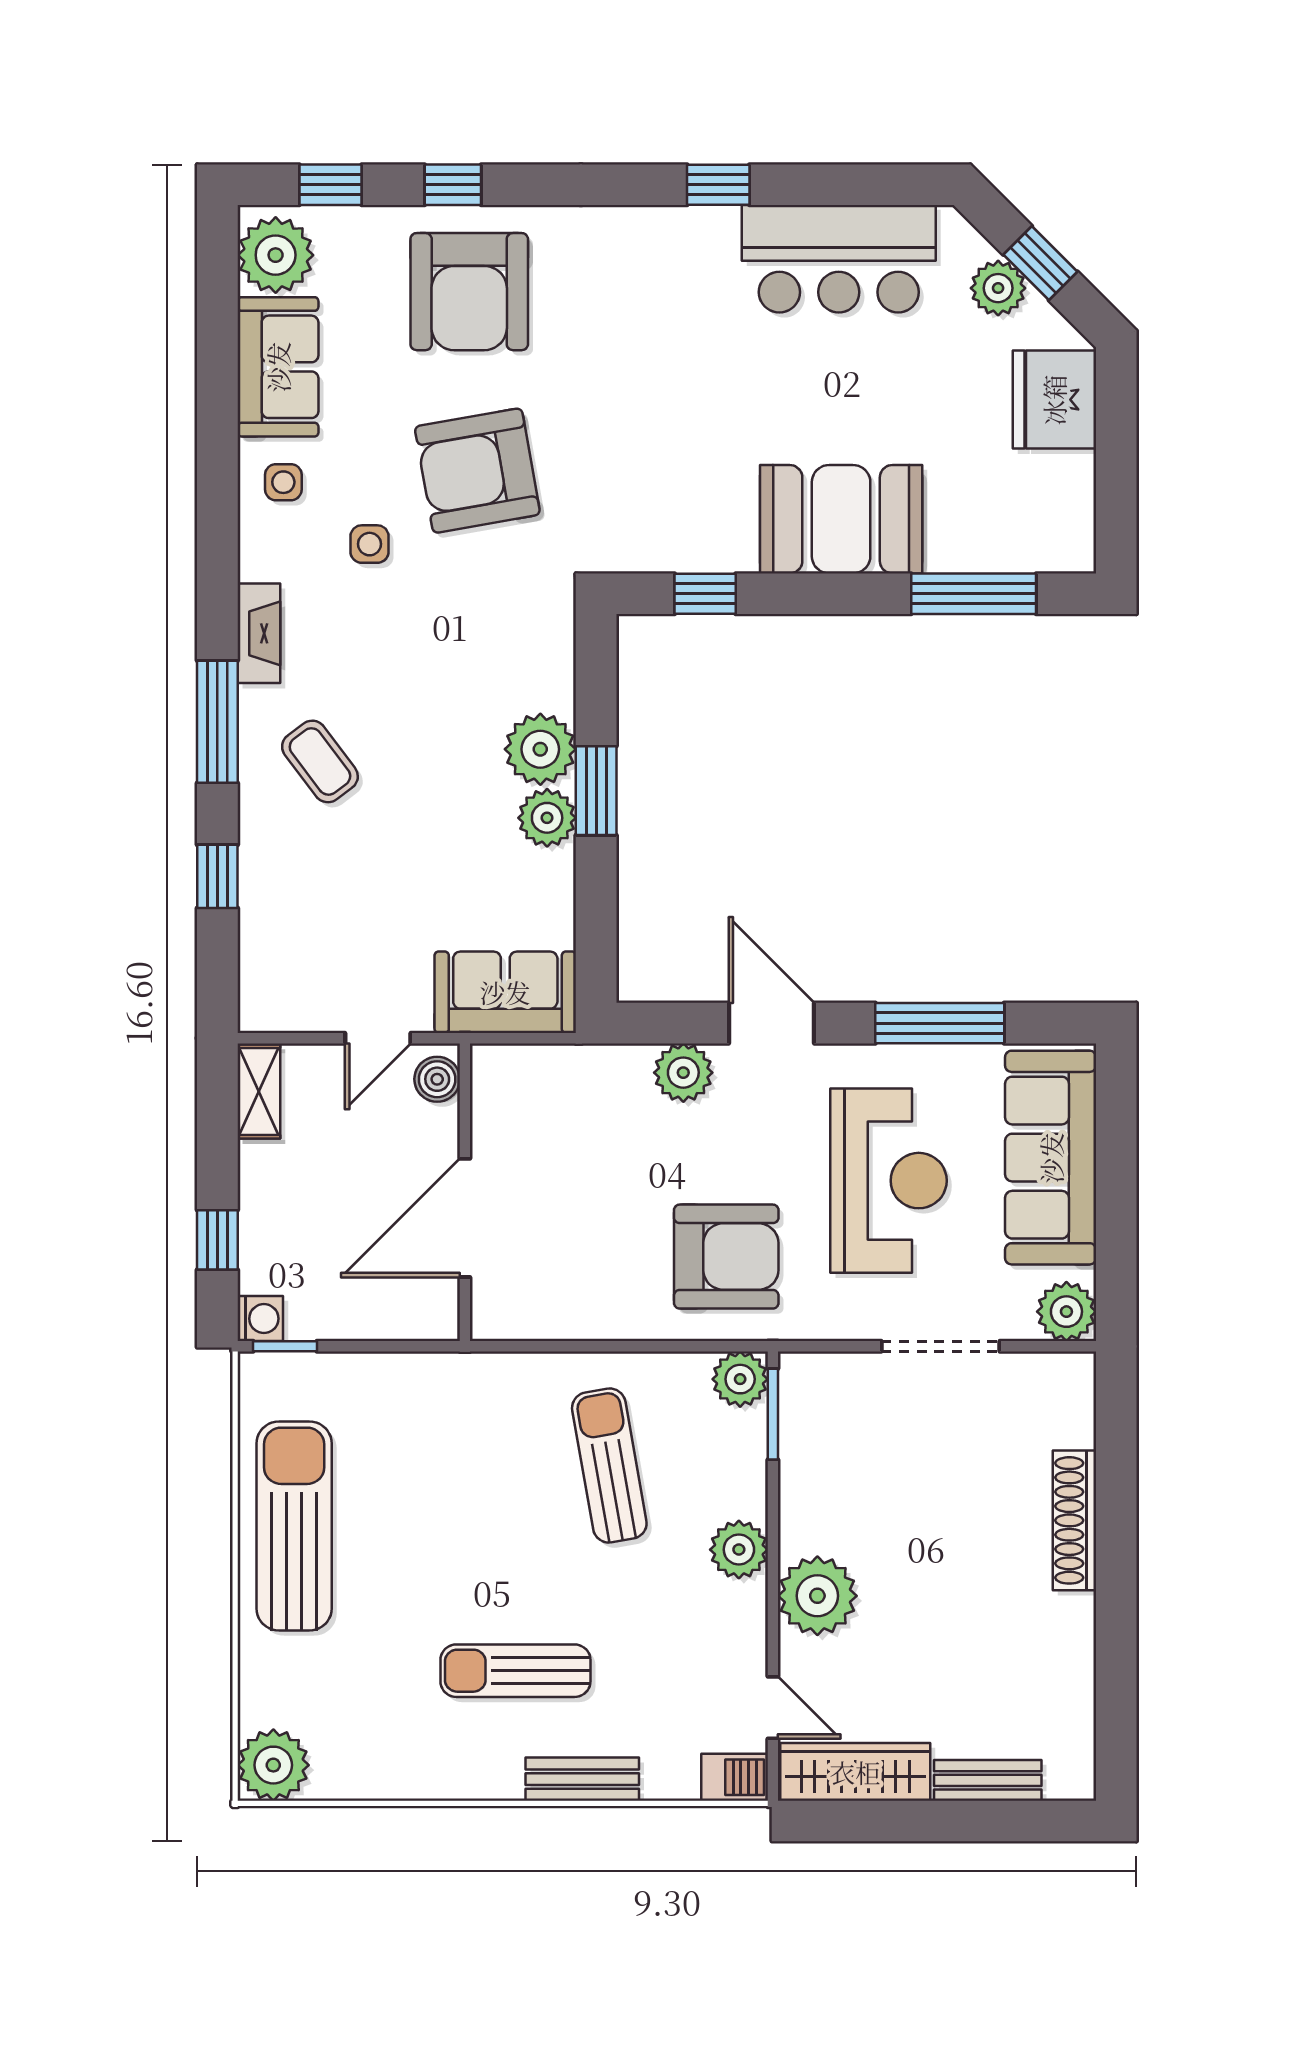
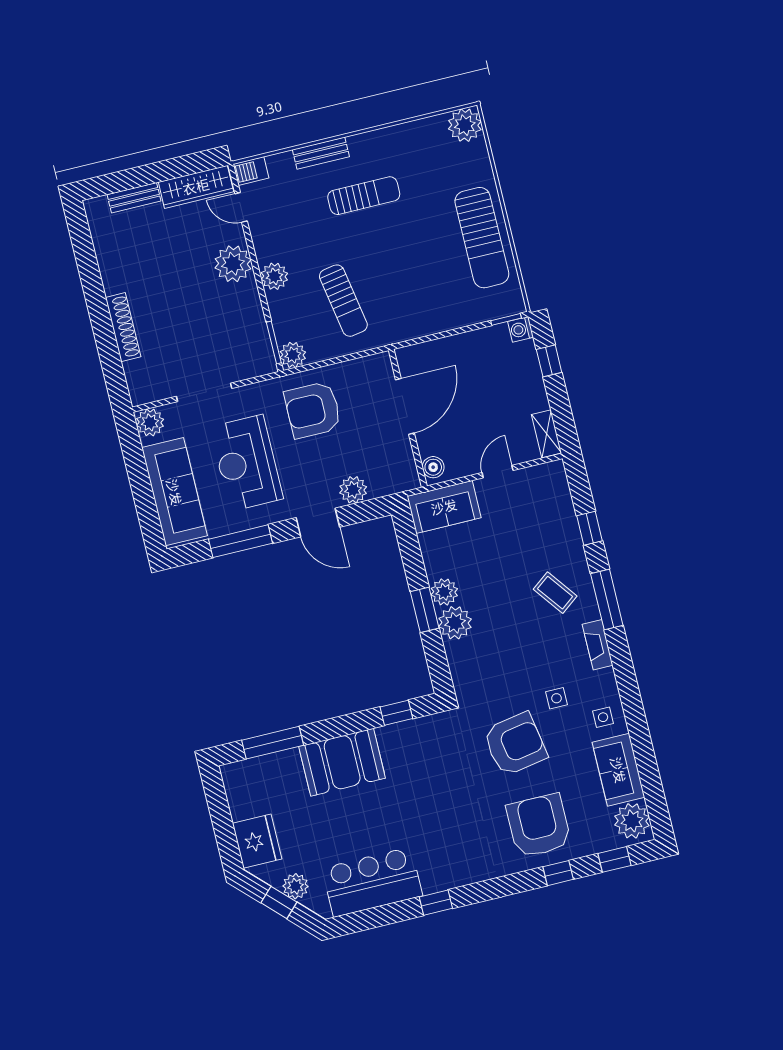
boiler: (437, 1079) -> (433, 467), moved
wall: (465, 1192) -> (408, 418), moved
door: (465, 1218) -> (405, 406), moved

